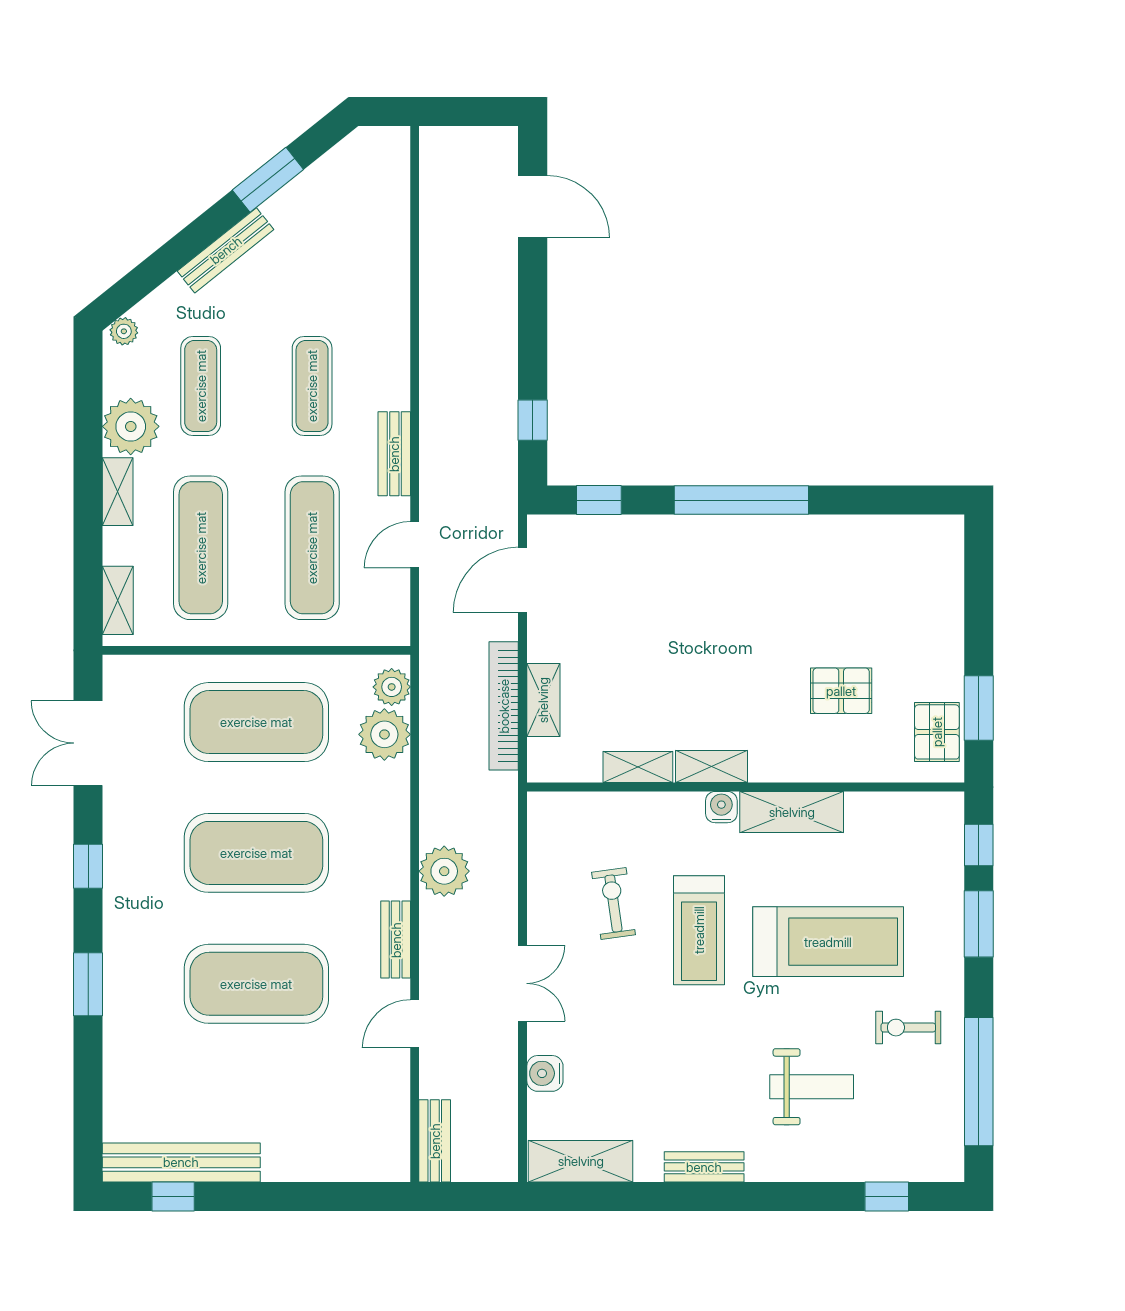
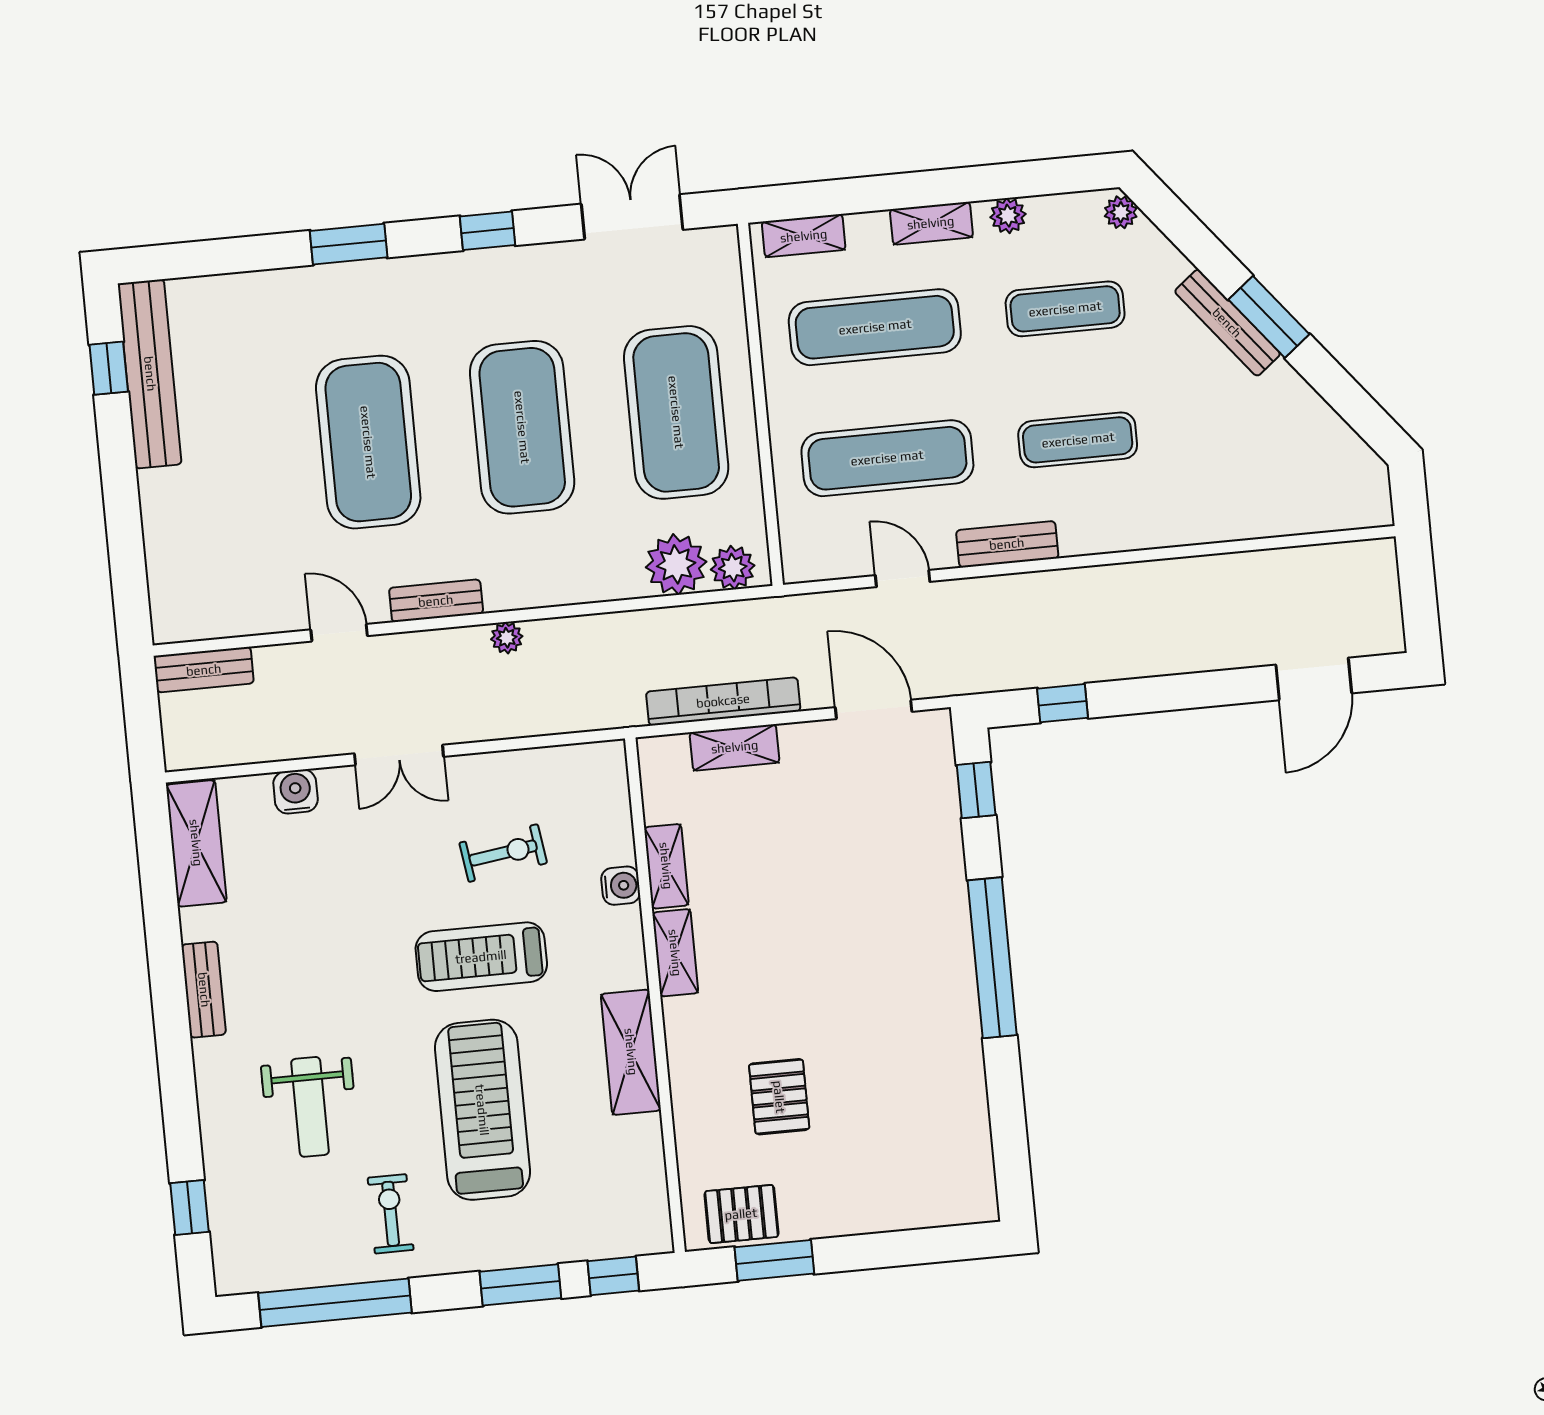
window: (268, 180) -> (1269, 317), moved
plant: (131, 426) -> (1008, 216), width x0.53, depth x0.53
water cooler: (721, 807) -> (621, 886), moved
plant: (444, 871) -> (507, 638), width x0.53, depth x0.53
treadmill: (828, 942) -> (482, 1110), turned 180

